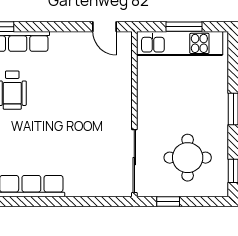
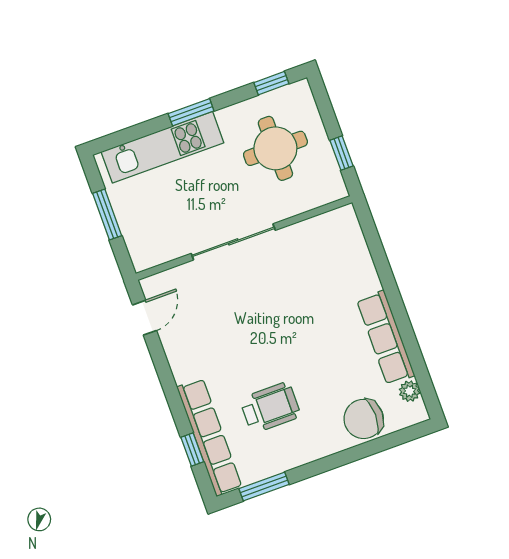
kitchen unit: (180, 43) -> (162, 147), moved, turned 90
sliding door: (134, 161) -> (233, 242), moved

